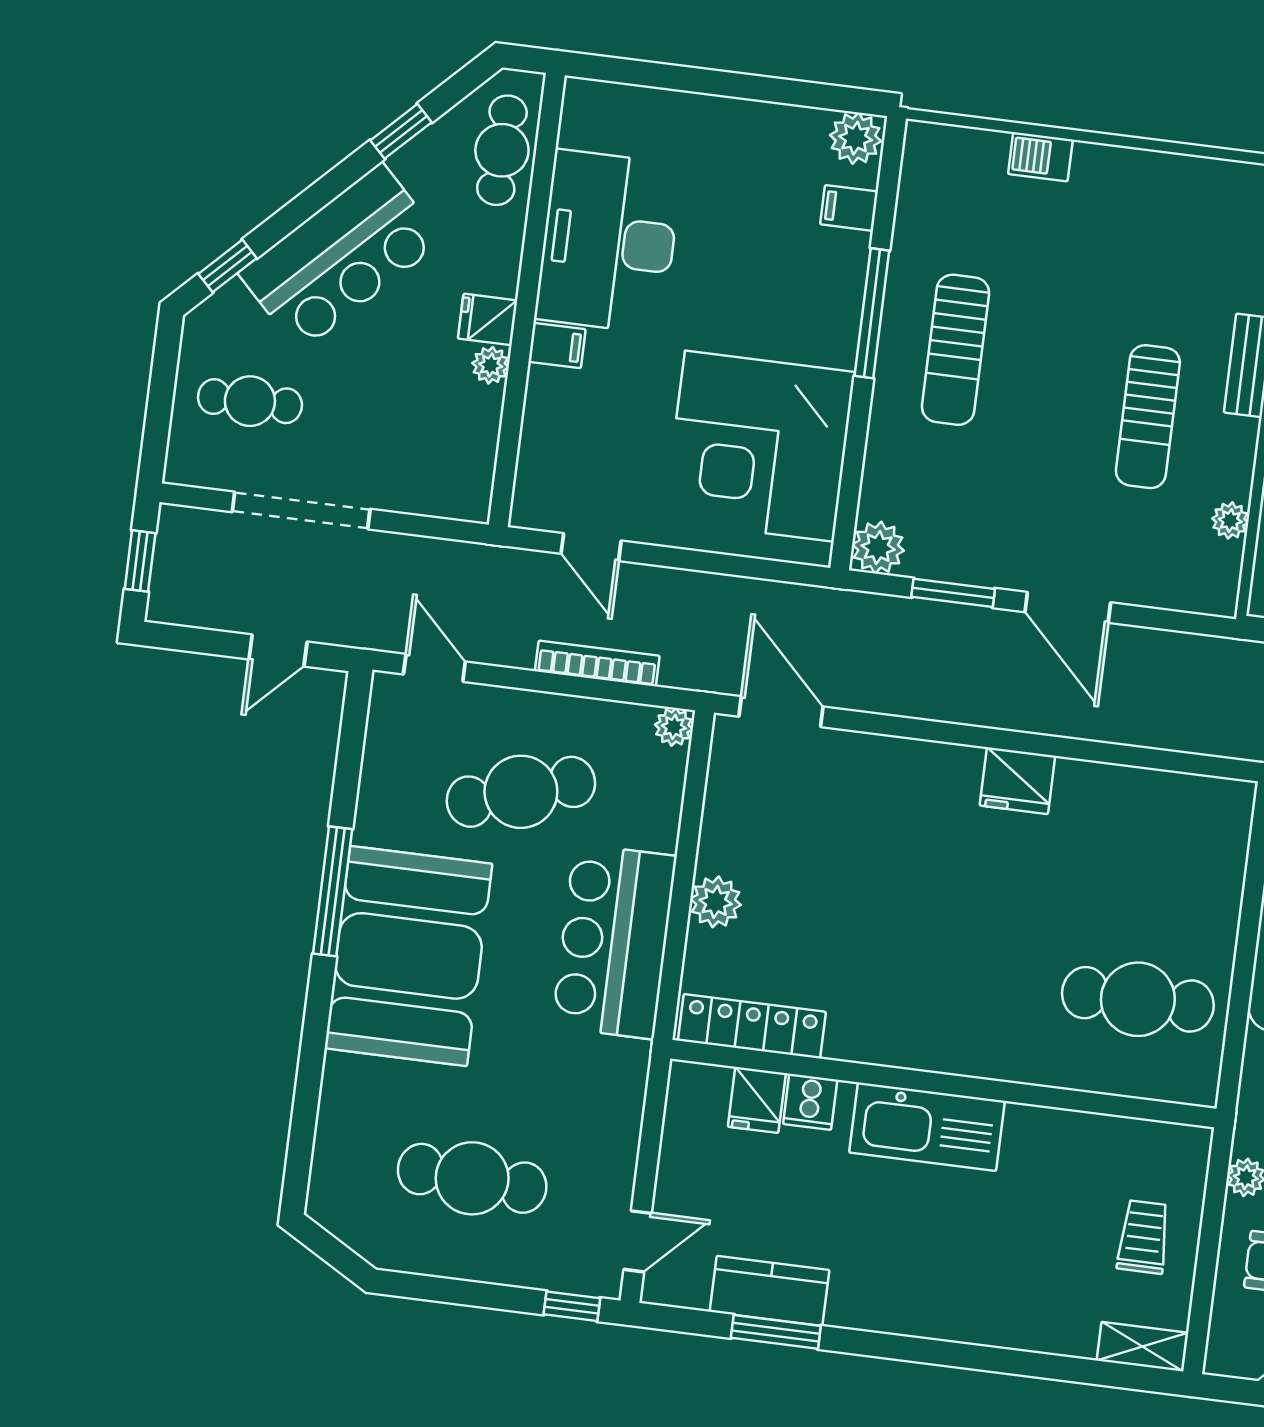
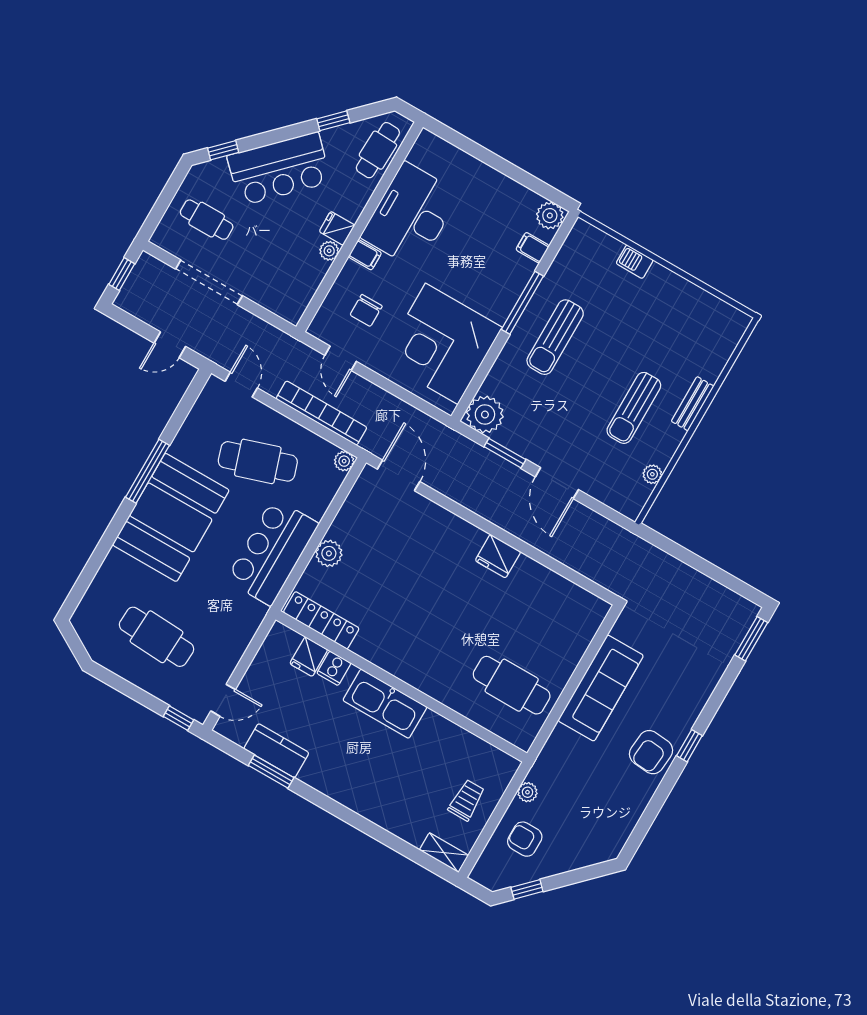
chair: (600, 443) -> (366, 310), added
plant: (878, 548) -> (485, 415), width x1.36, depth x1.36
bookcase: (597, 663) -> (321, 413), width x1.48, depth x1.31

